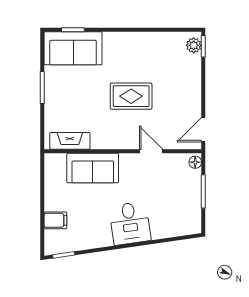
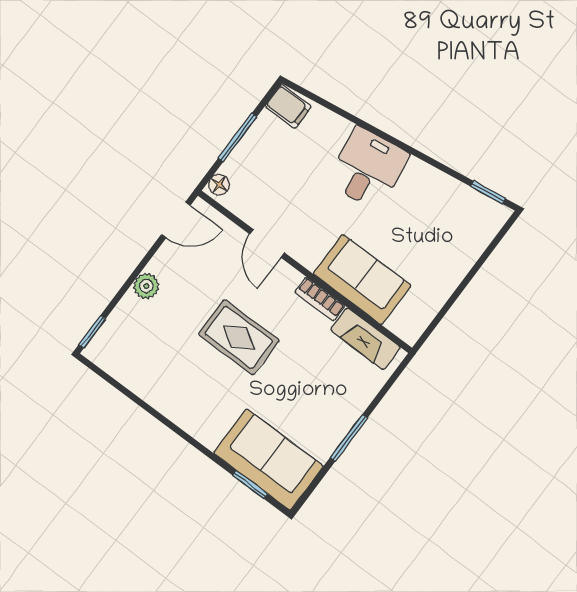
plant: (194, 45) -> (146, 286), moved
bookcase: (106, 144) -> (320, 299), added
filing cabinet: (55, 220) -> (288, 106), moved, turned 180

